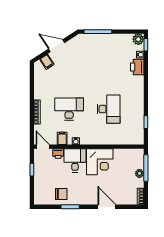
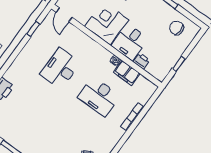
filing cabinet: (62, 138) -> (127, 73), width x2.00
door: (43, 147) -> (64, 15), moved
chair: (61, 194) -> (177, 28), moved

